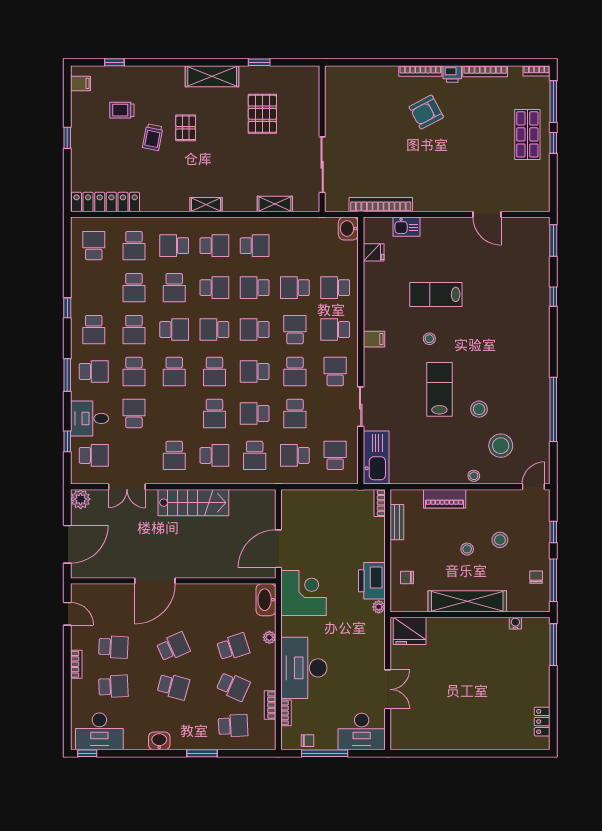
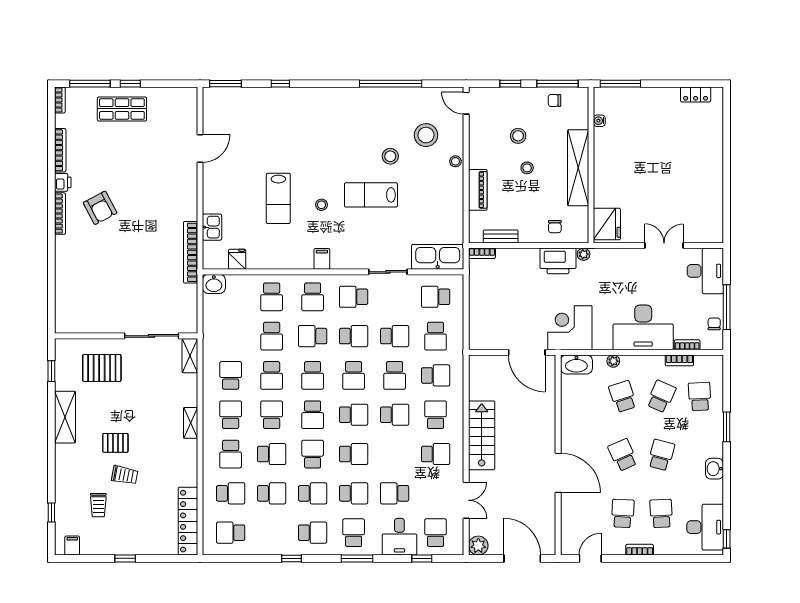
wall: (322, 139) -> (126, 336), moved
sliding door: (322, 165) -> (152, 336), moved

